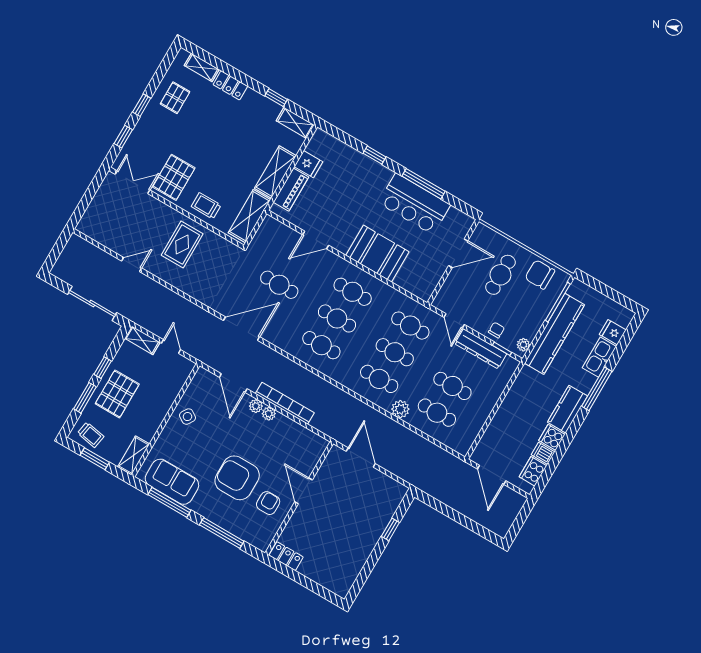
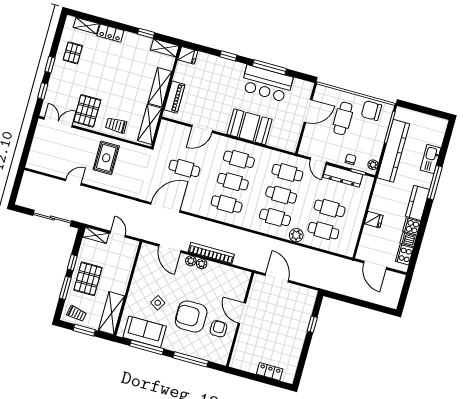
fridge: (308, 164) -> (188, 55), moved
fridge: (613, 332) -> (374, 220), moved, turned 180
side table: (188, 417) -> (158, 303), moved
shelving: (134, 455) -> (112, 313), width x1.50, depth x1.33
locker: (286, 556) -> (270, 372), moved

